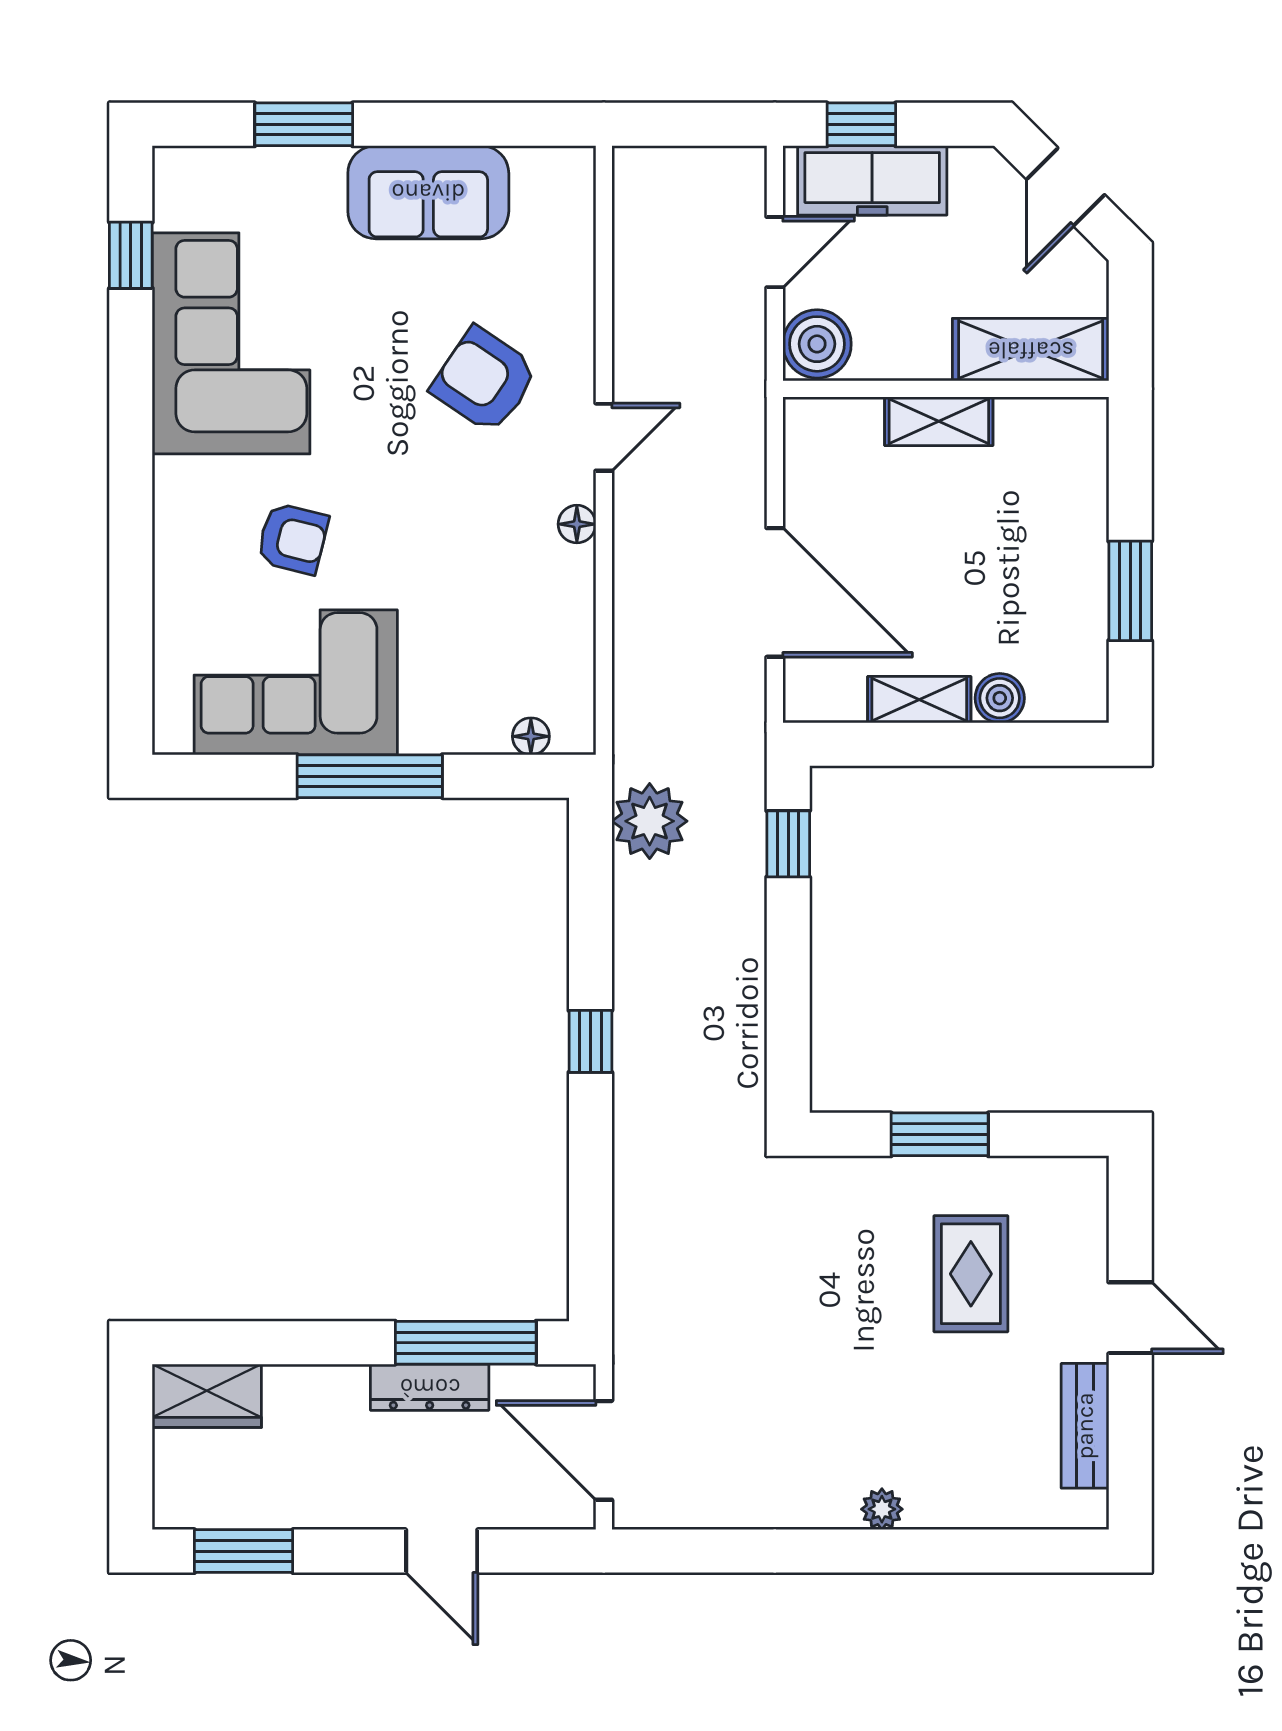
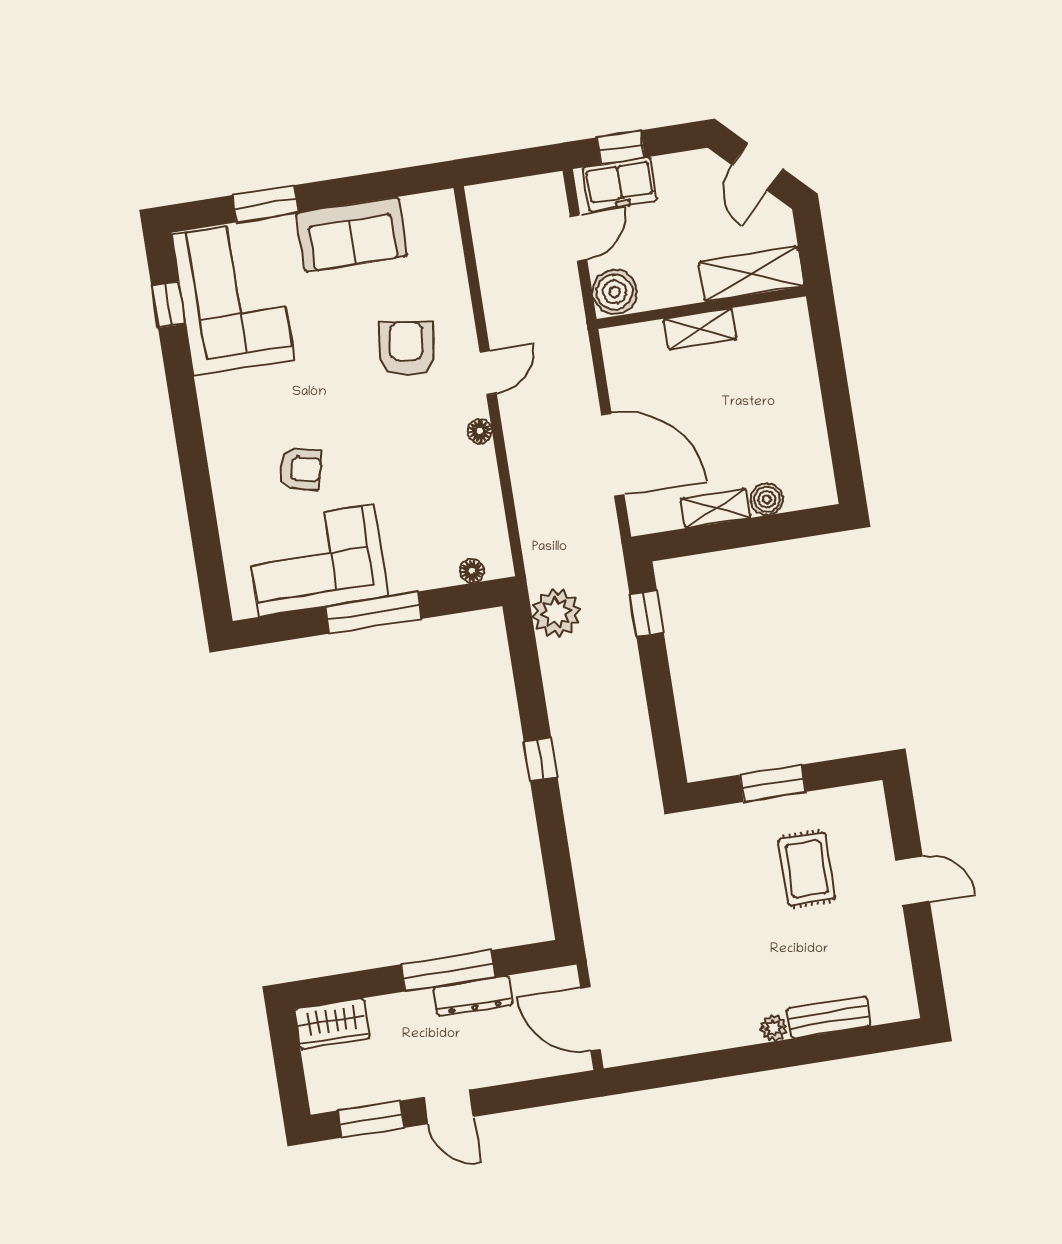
freezer: (872, 180) -> (620, 184), width x0.71
corner sofa: (231, 343) -> (233, 297), moved
armchair: (485, 380) -> (406, 349), turned 64
window: (1130, 591) -> (839, 418), removed
window: (466, 1343) -> (448, 971), moved
bench: (1085, 1426) -> (829, 1017), moved, turned 90
door: (442, 1551) -> (449, 1107), moved

